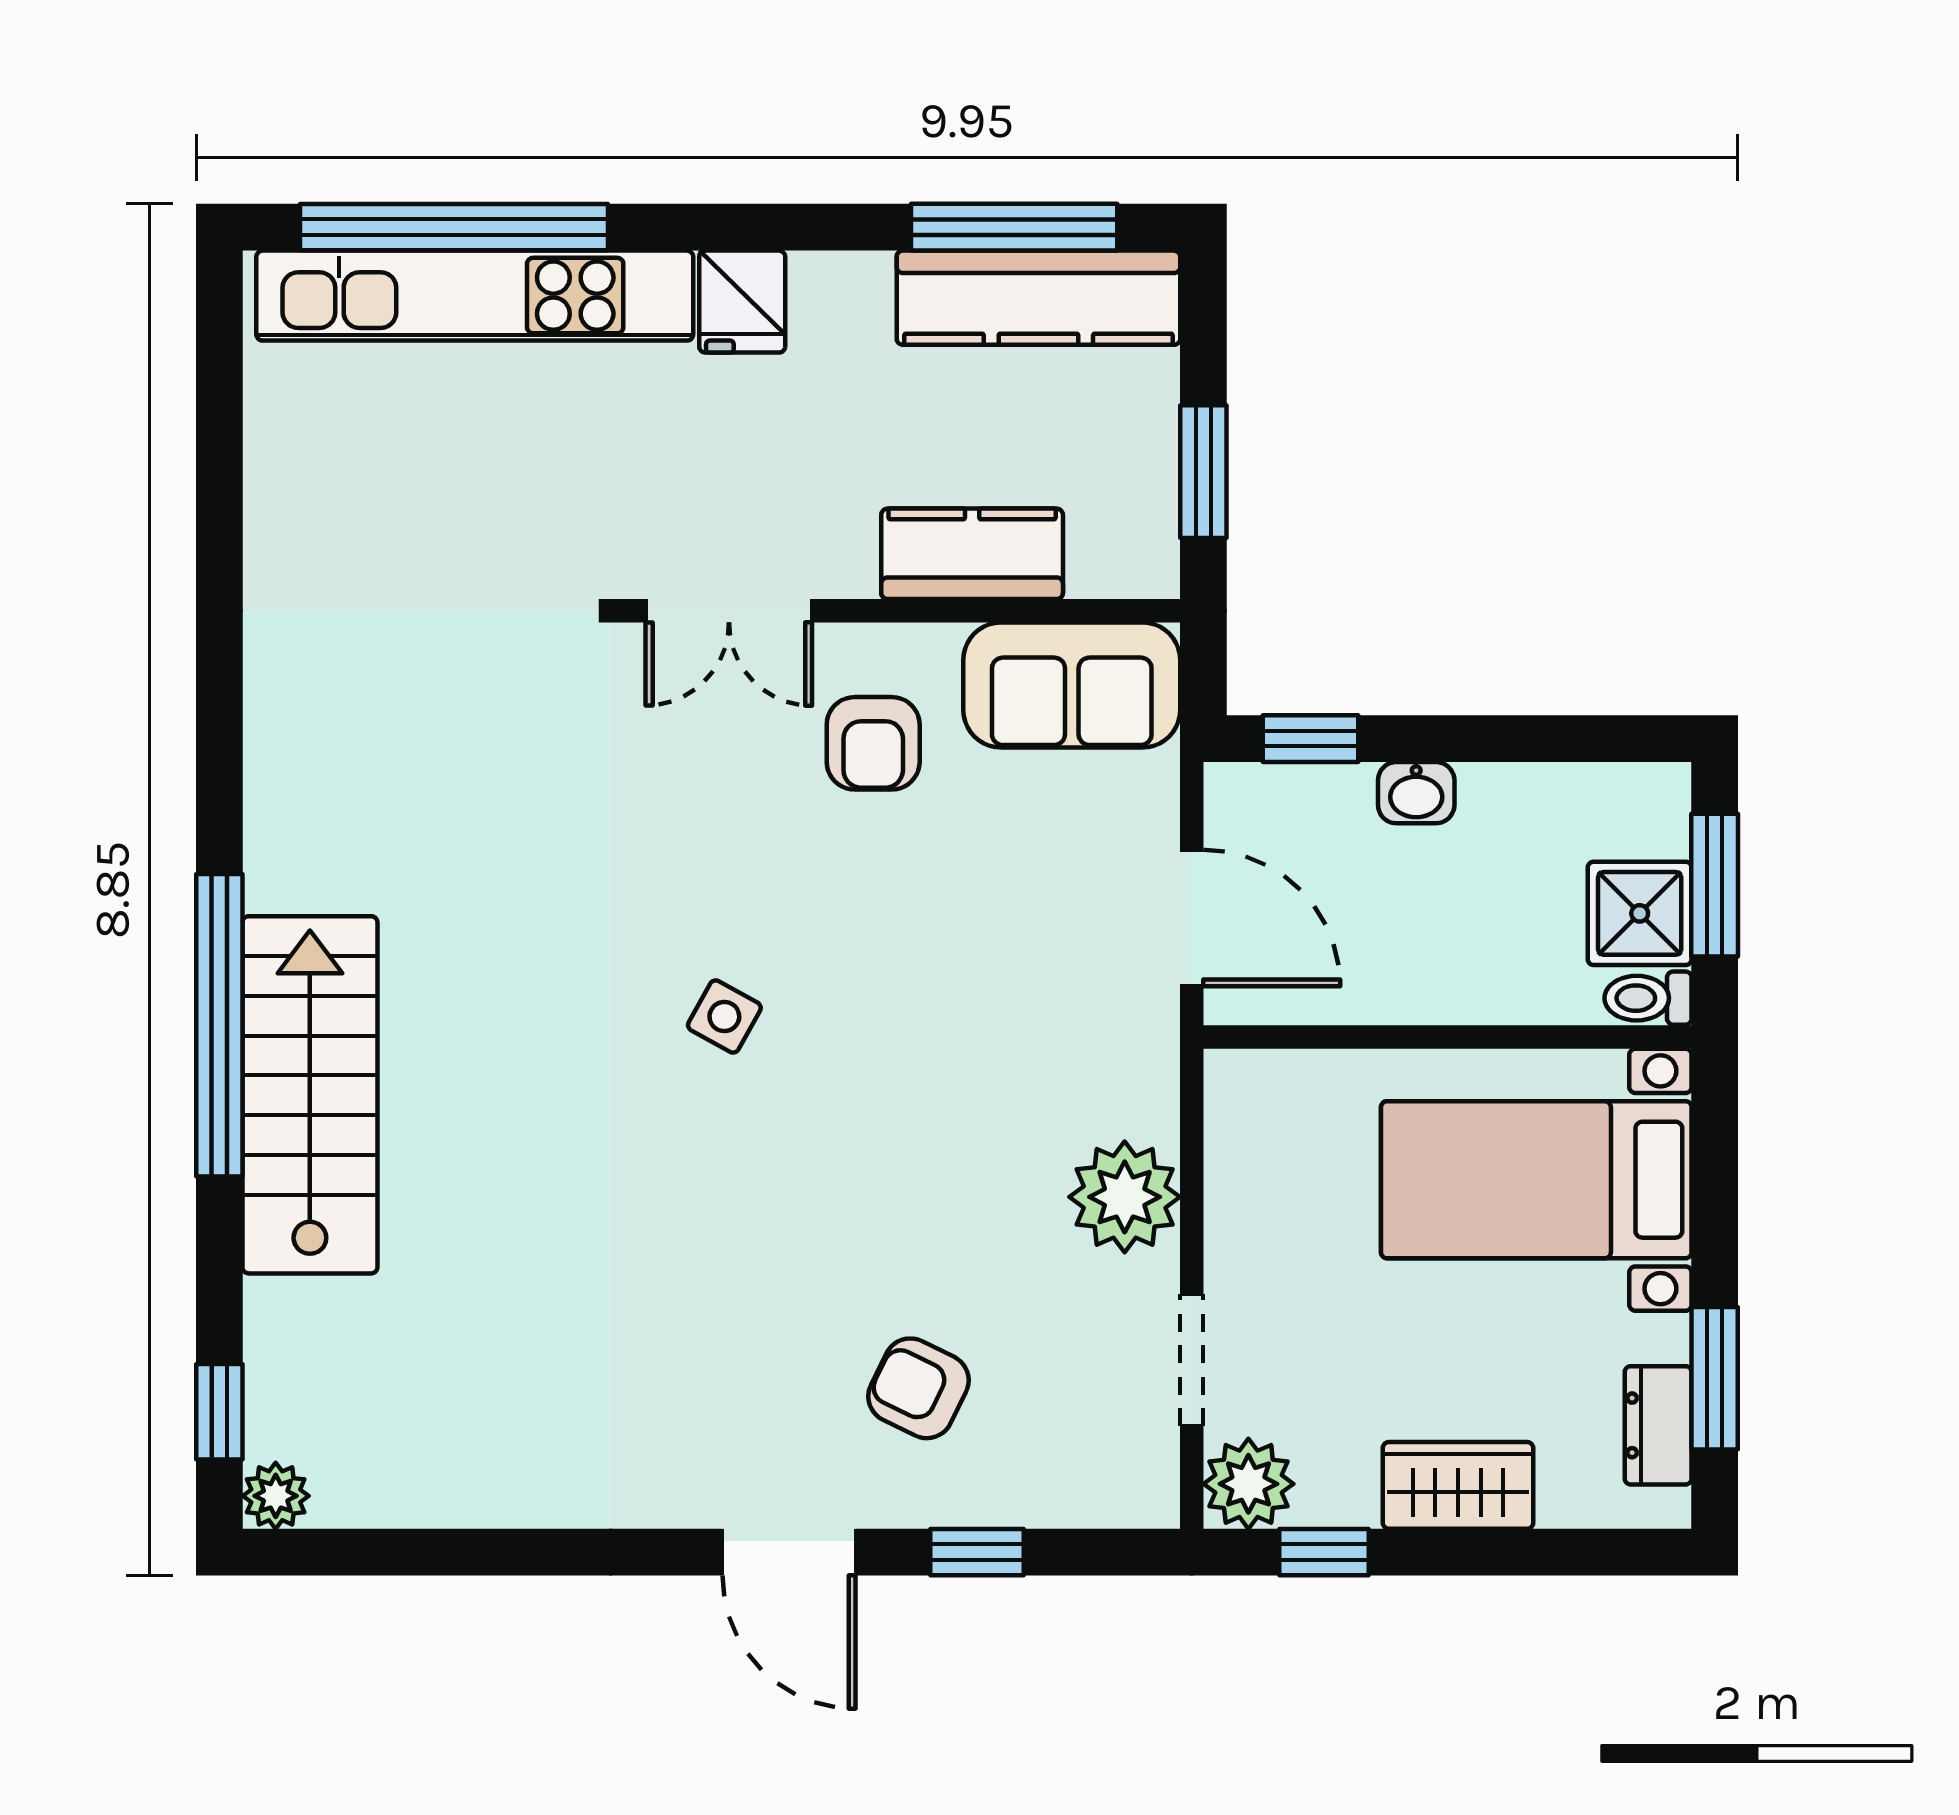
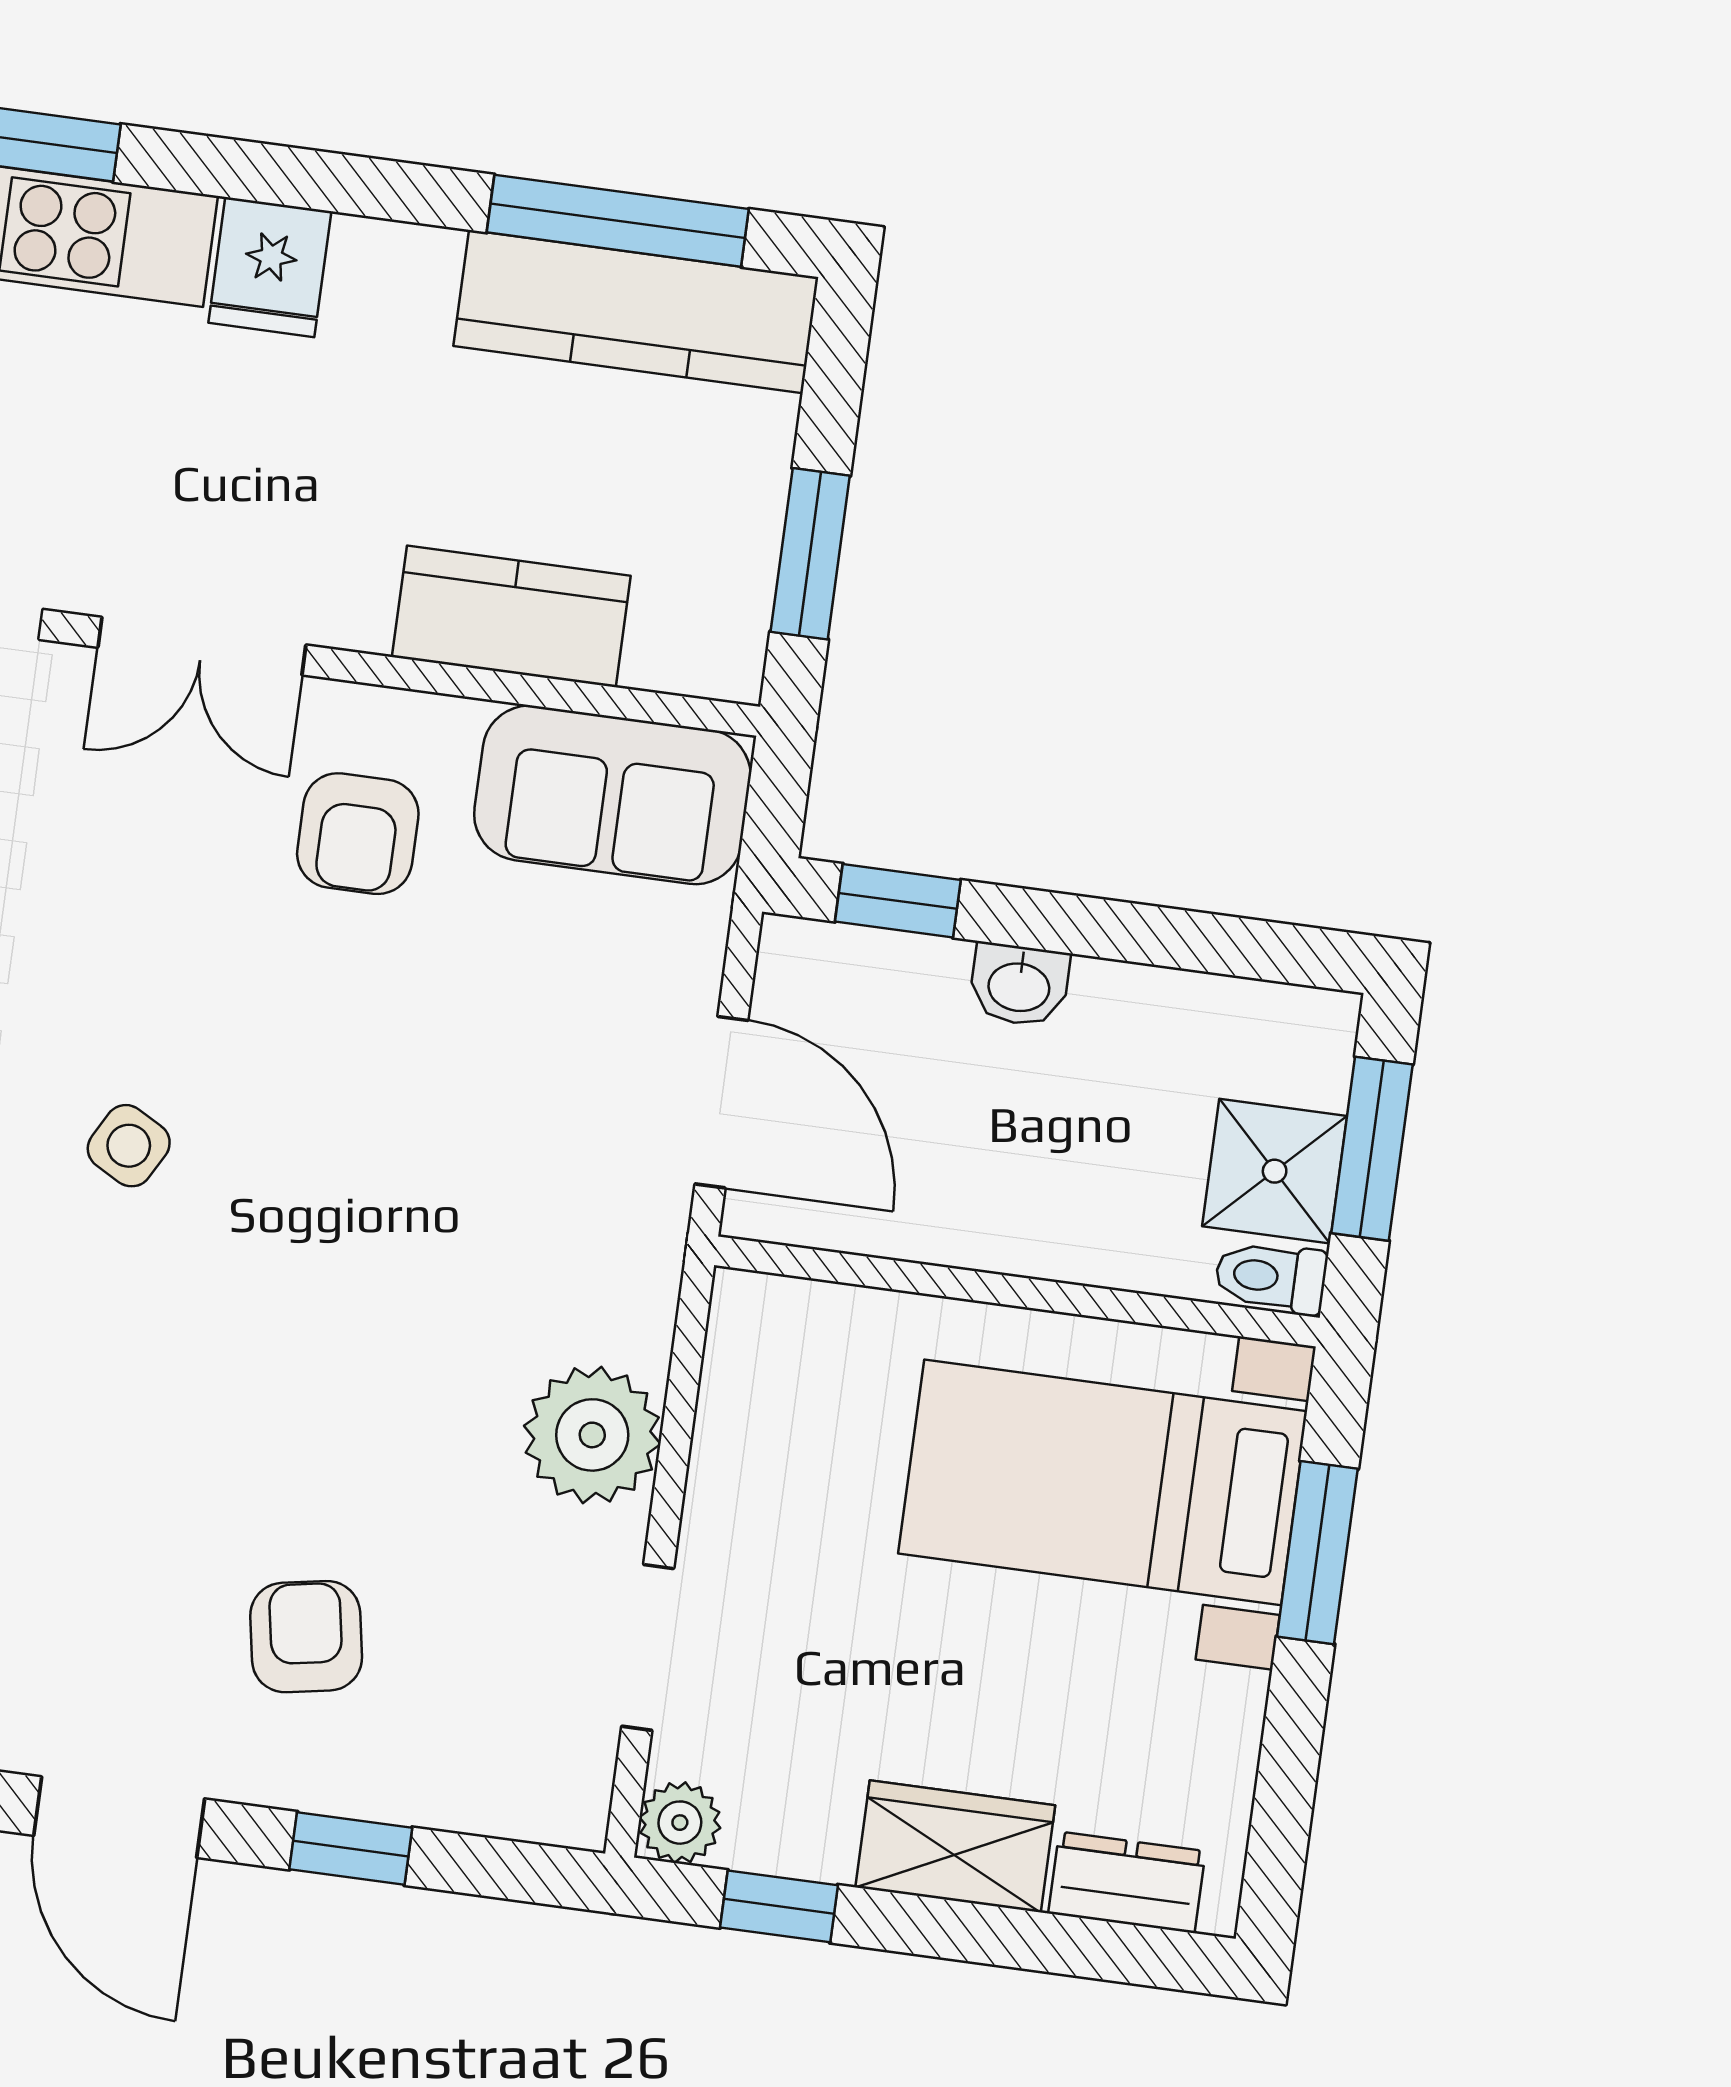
window: (1715, 1378) -> (1317, 1553), moved
armchair: (918, 1388) -> (306, 1637), turned 54
dresser: (1658, 1425) -> (1127, 1882), moved, turned 90
plant: (1248, 1484) -> (680, 1823), width x0.73, depth x0.73

